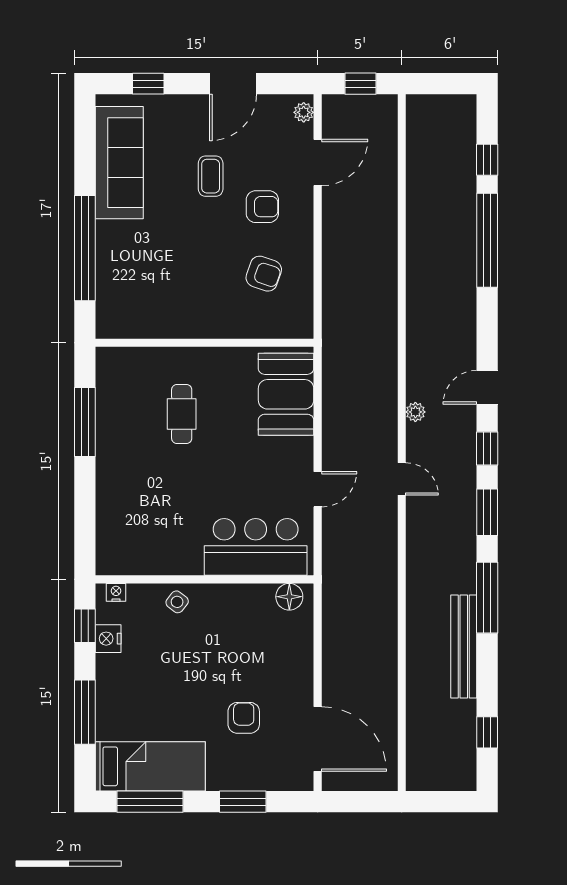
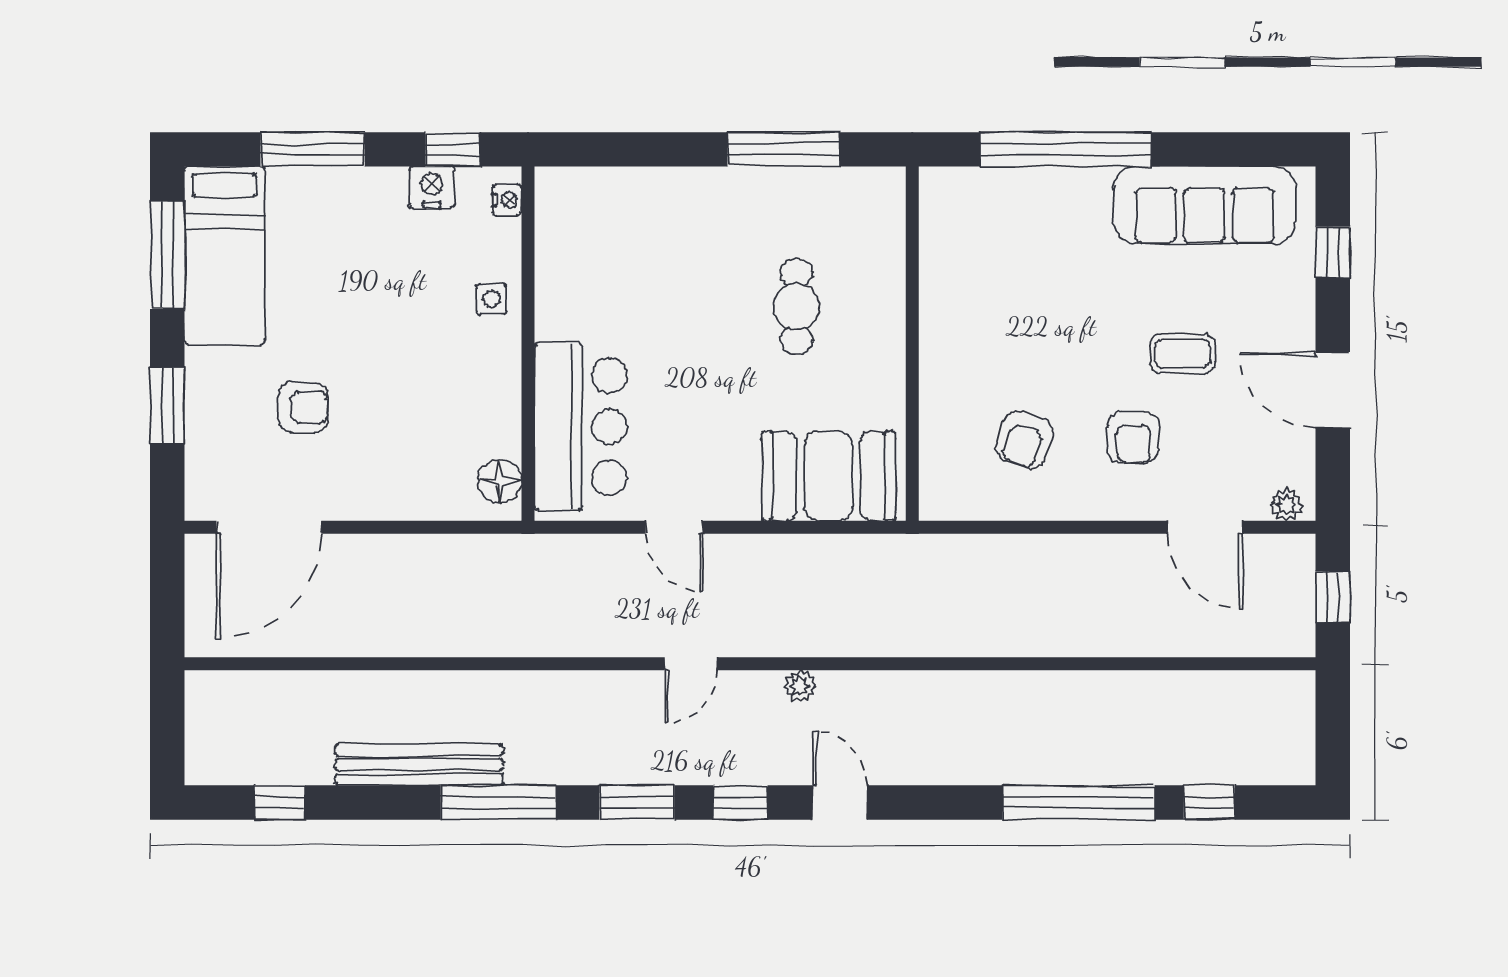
cafe table: (182, 414) -> (796, 307), turned 90
side table: (177, 602) -> (491, 299), turned -38

